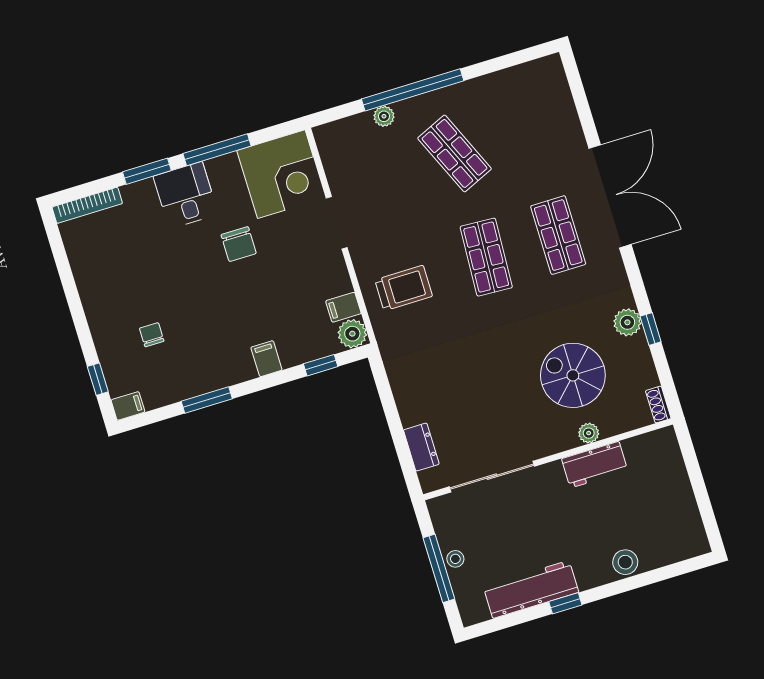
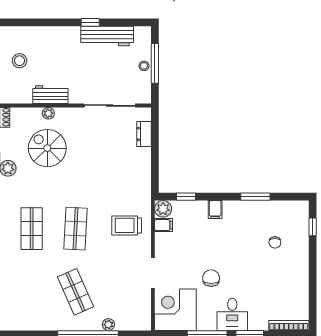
spiral stairs: (573, 375) -> (47, 148), turned 180
filing cabinet: (128, 406) -> (300, 207), removed
stool: (625, 562) -> (19, 61), moved

